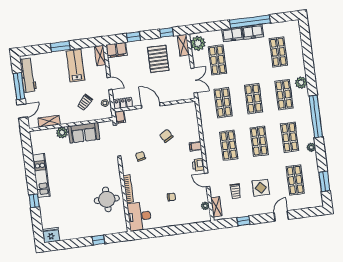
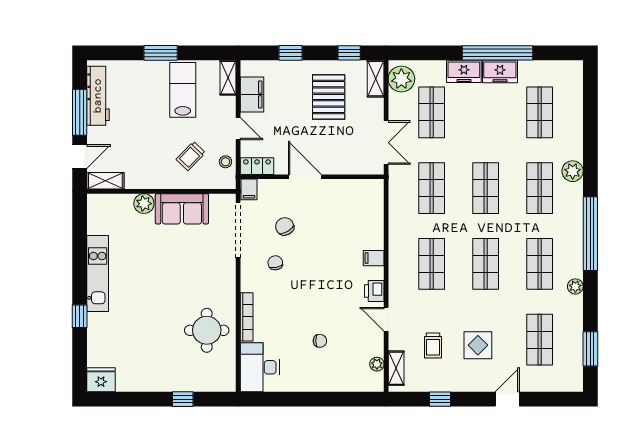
filing cabinet: (116, 50) -> (252, 94), moved, turned -90
shelving: (49, 121) -> (105, 181), moved
chair: (166, 136) -> (285, 226), moved

